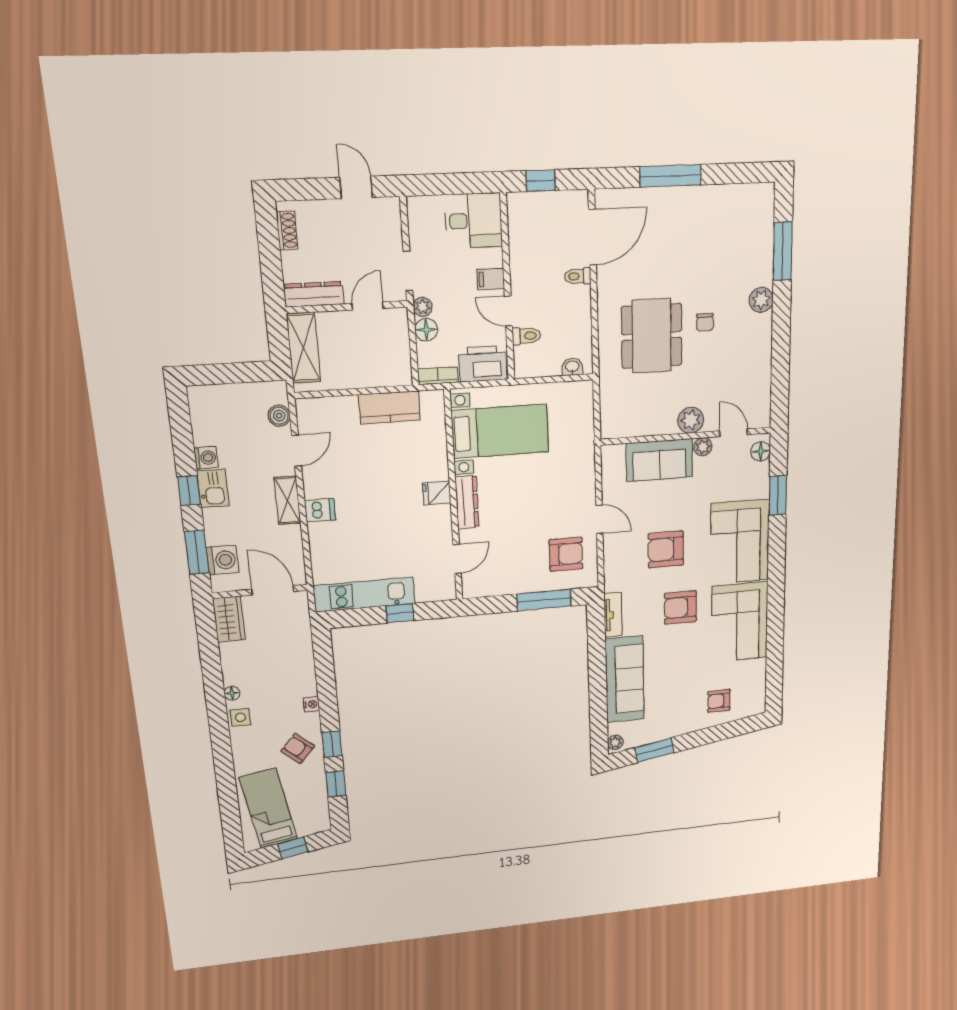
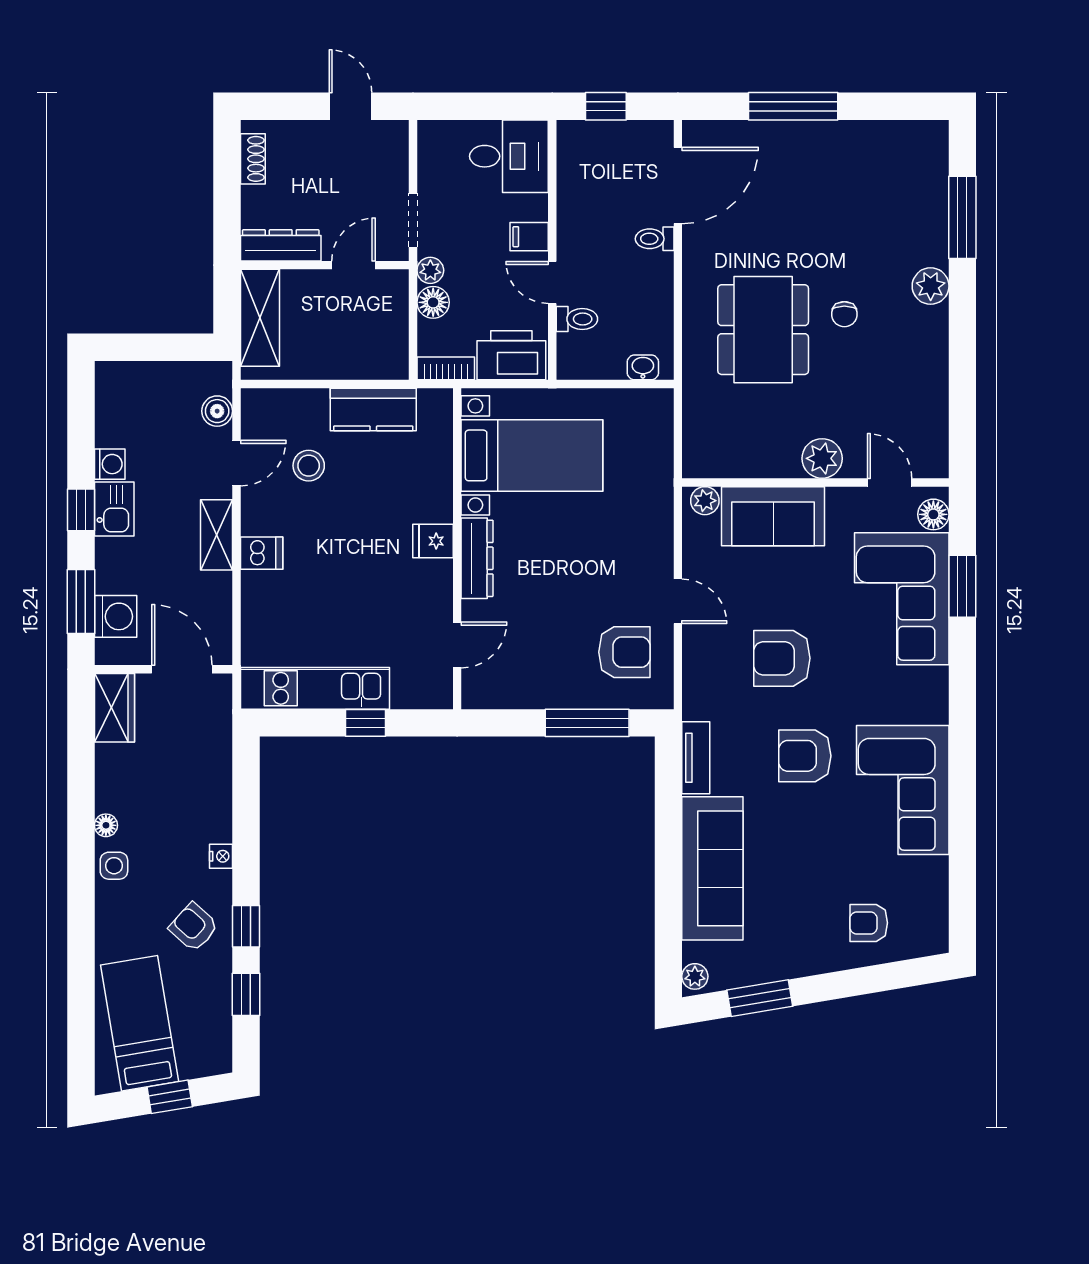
plant: (703, 447) -> (705, 501), moved
stool: (347, 449) -> (309, 466), added
corner sofa: (740, 542) -> (902, 599), moved

